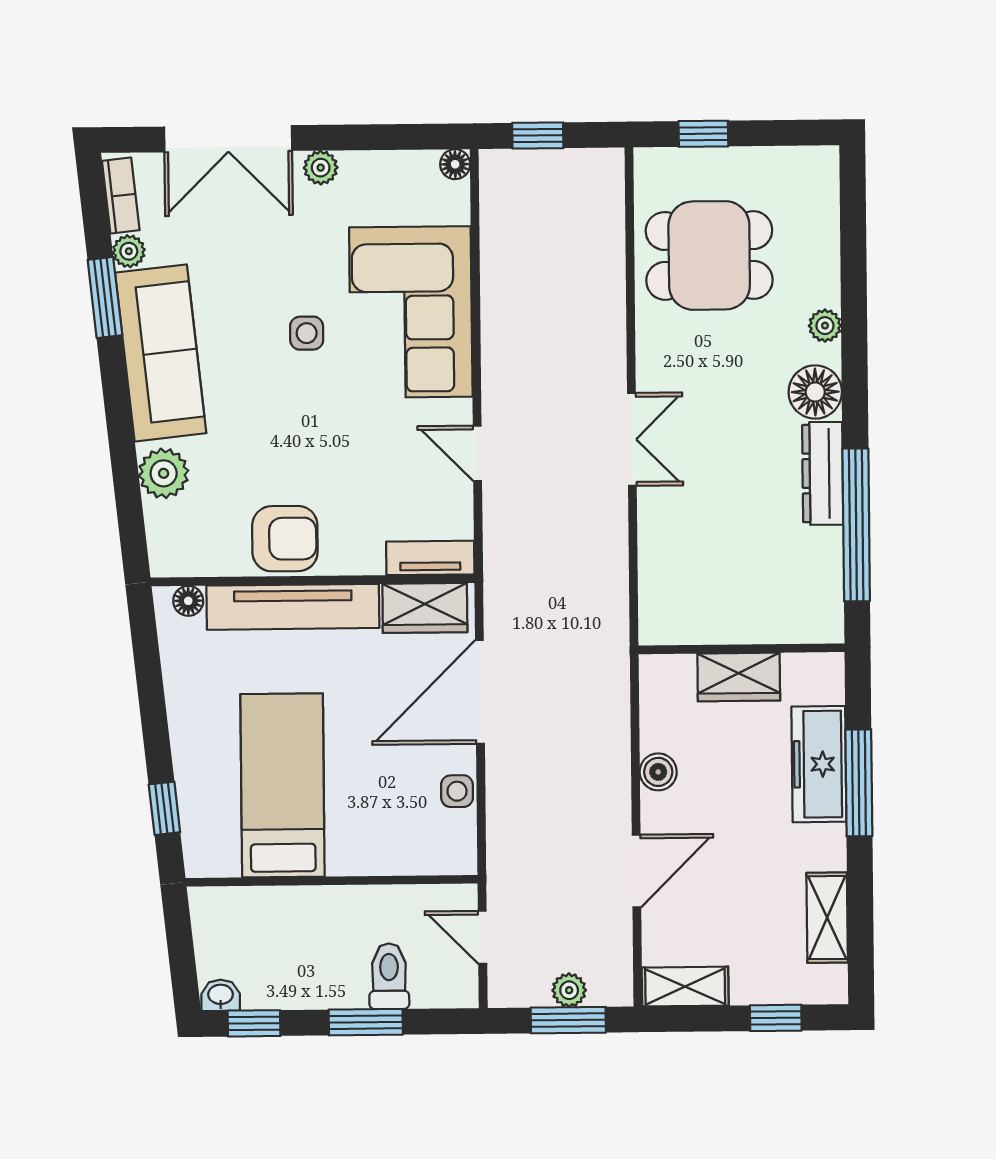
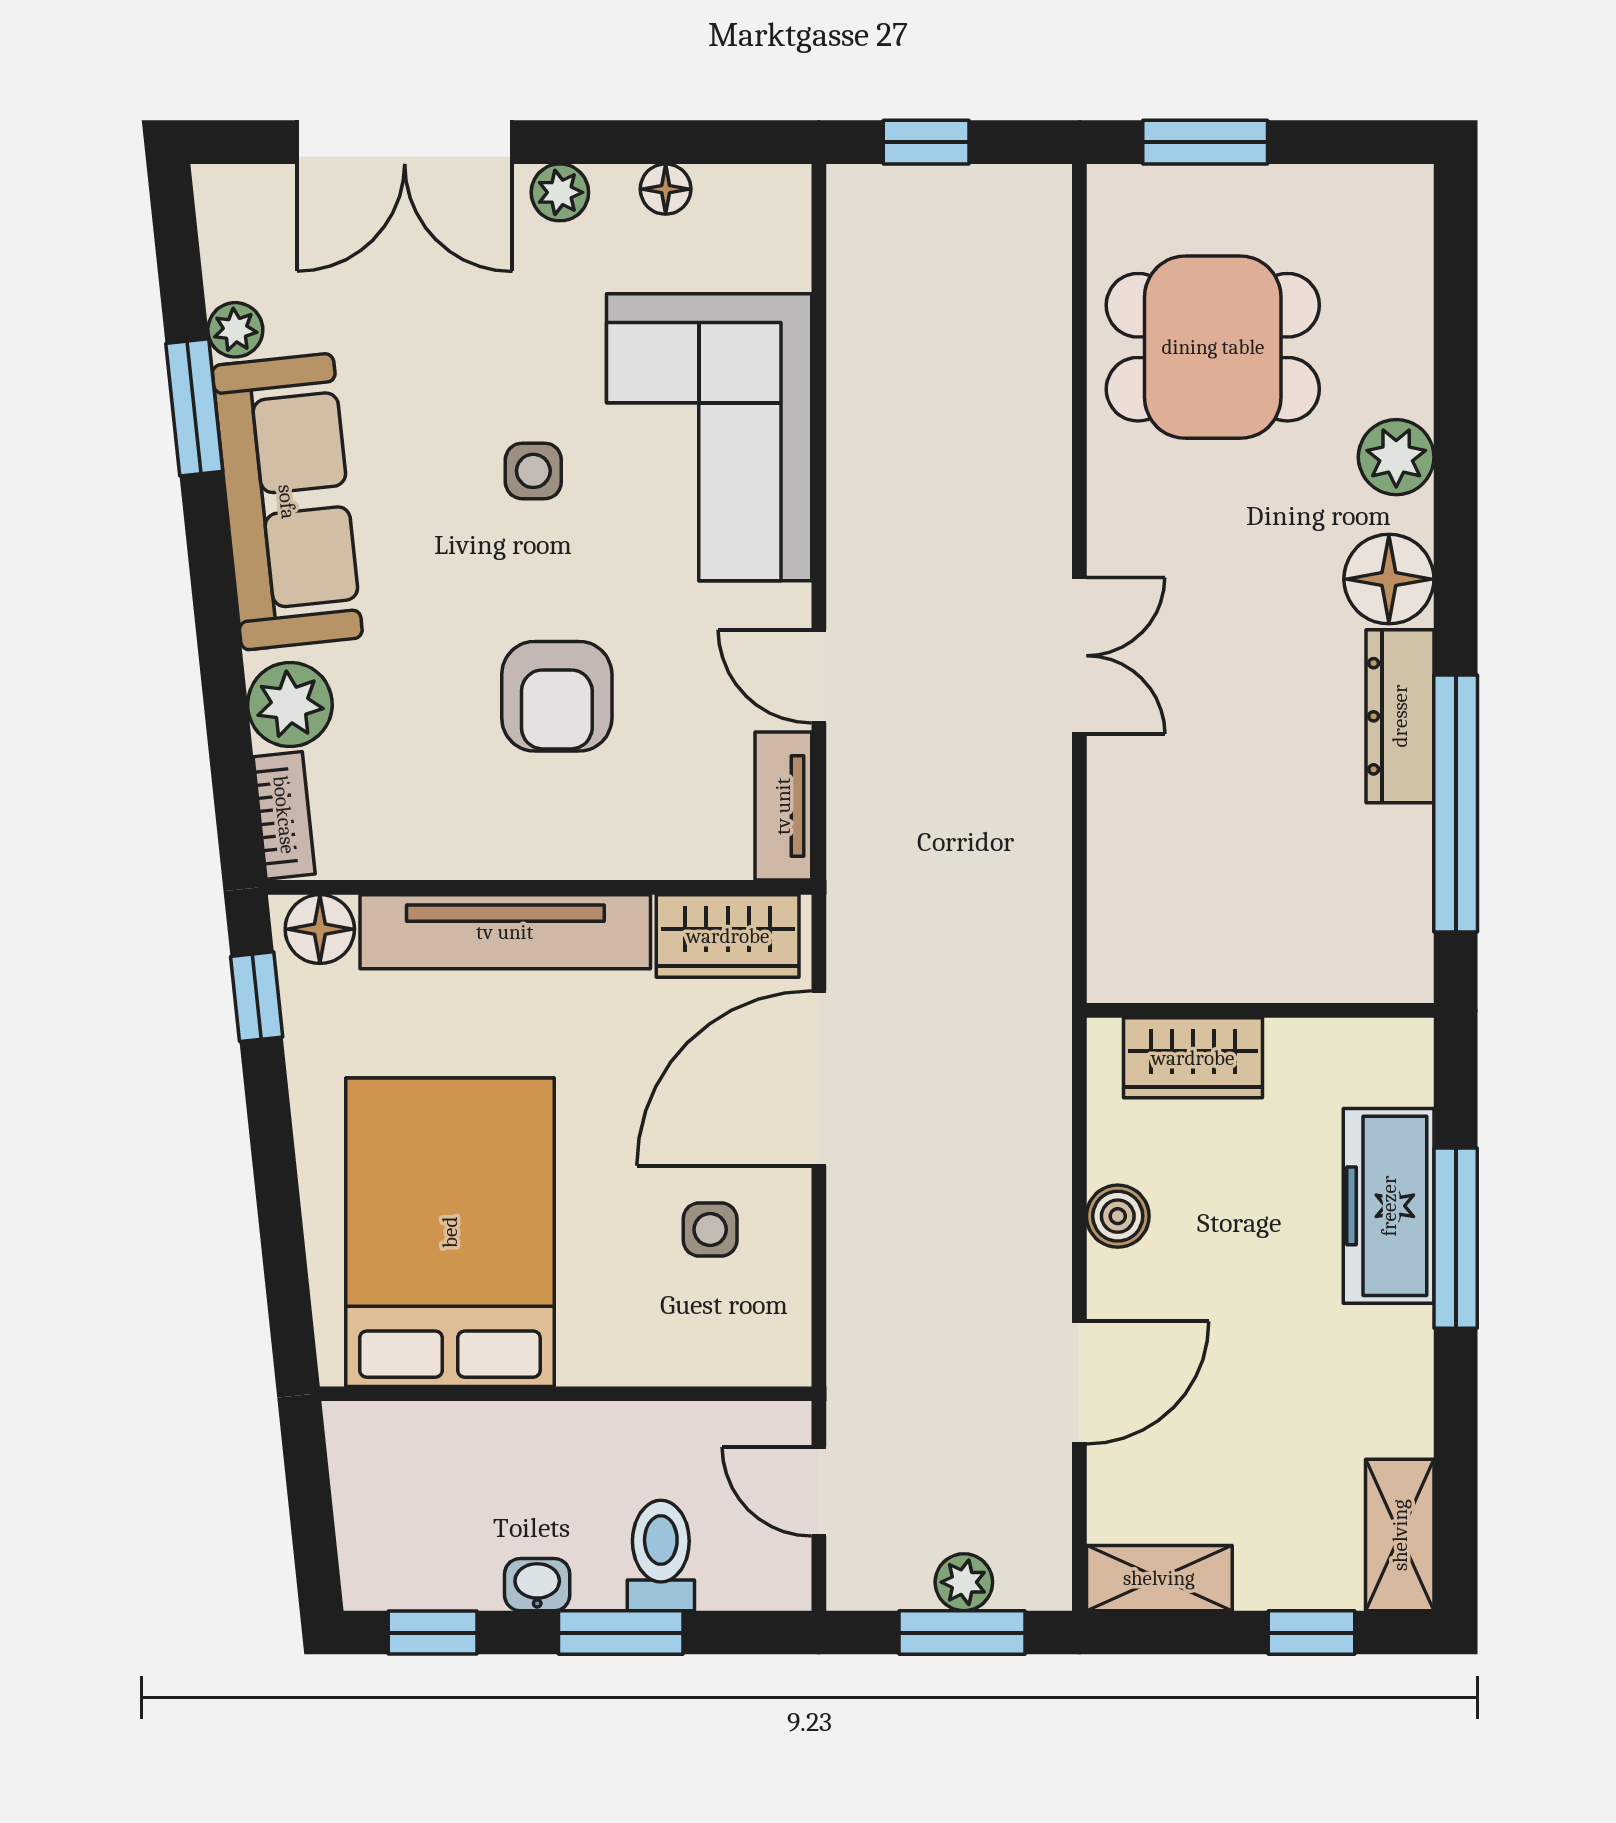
window: (703, 134) -> (1205, 142), width x1.50
floor lamp: (455, 164) -> (666, 189), moved
bookcase: (121, 195) -> (284, 815), moved
plant: (825, 326) -> (1396, 457), width x1.38, depth x1.38
armchair: (285, 539) -> (557, 696), moved, turned 90
tv unit: (430, 558) -> (783, 806), moved, turned -90
floor lamp: (188, 601) -> (320, 929), width x1.37, depth x1.37
wardrobe: (739, 677) -> (1193, 1058), moved
bed: (282, 785) -> (450, 1232), width x1.50
side table: (457, 791) -> (710, 1230), moved
window: (164, 808) -> (257, 997), moved
shelving: (827, 918) -> (1400, 1535), moved
washbasin: (221, 995) -> (537, 1585), moved

